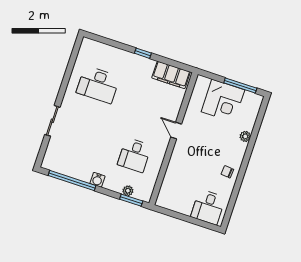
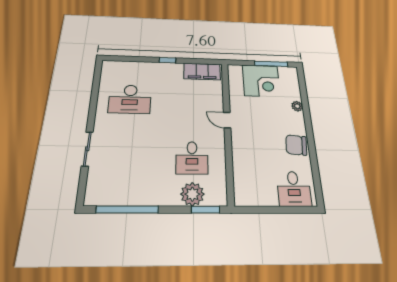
chair: (227, 172) -> (296, 145), width x1.87, depth x1.87
water cooler: (97, 180) -> (158, 199), removed
plant: (128, 191) -> (192, 194), width x1.88, depth x1.88

